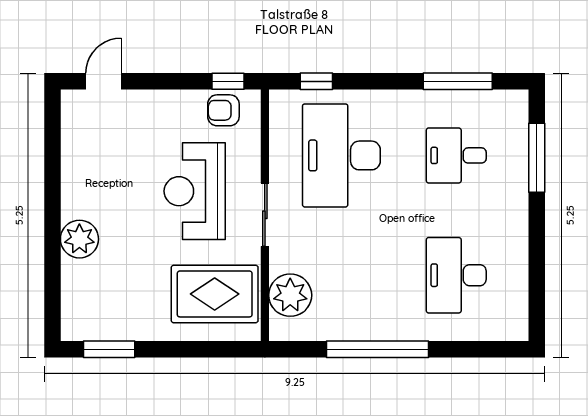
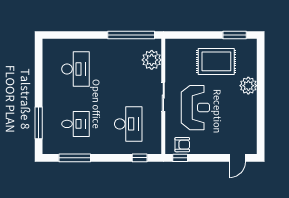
desk: (341, 155) -> (128, 124), width x0.73, depth x0.77
rug: (215, 294) -> (216, 61), moved
window: (377, 349) -> (131, 35), moved

